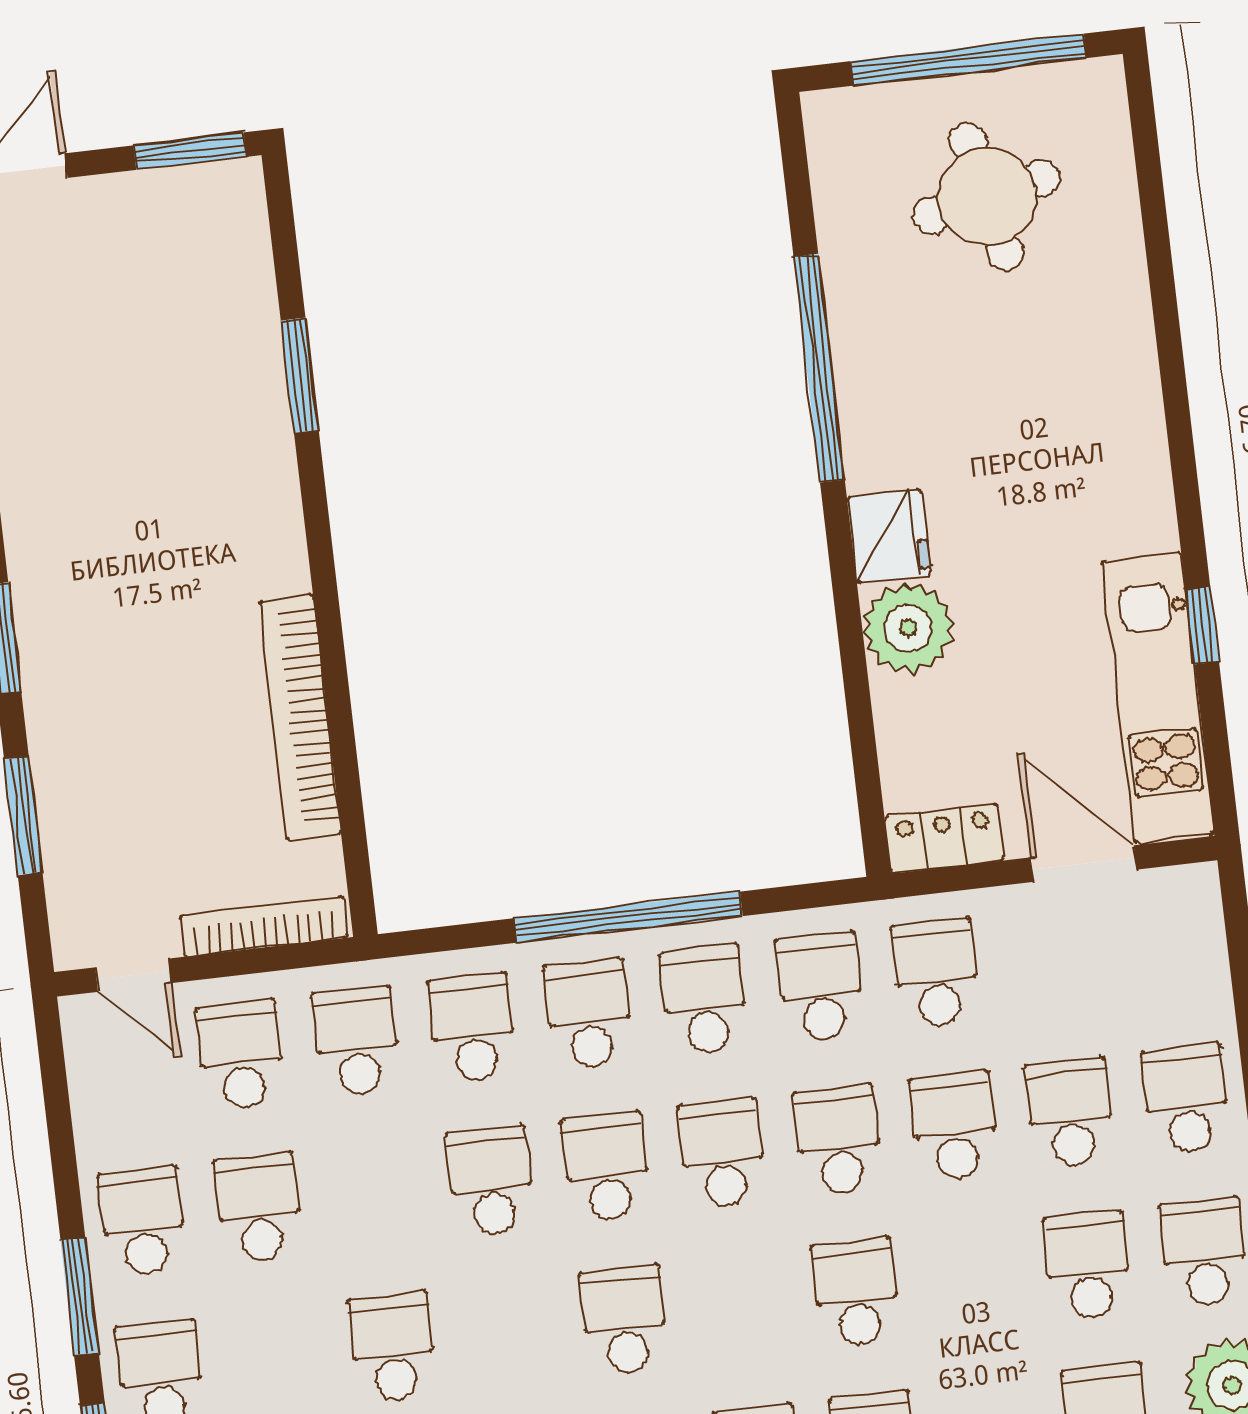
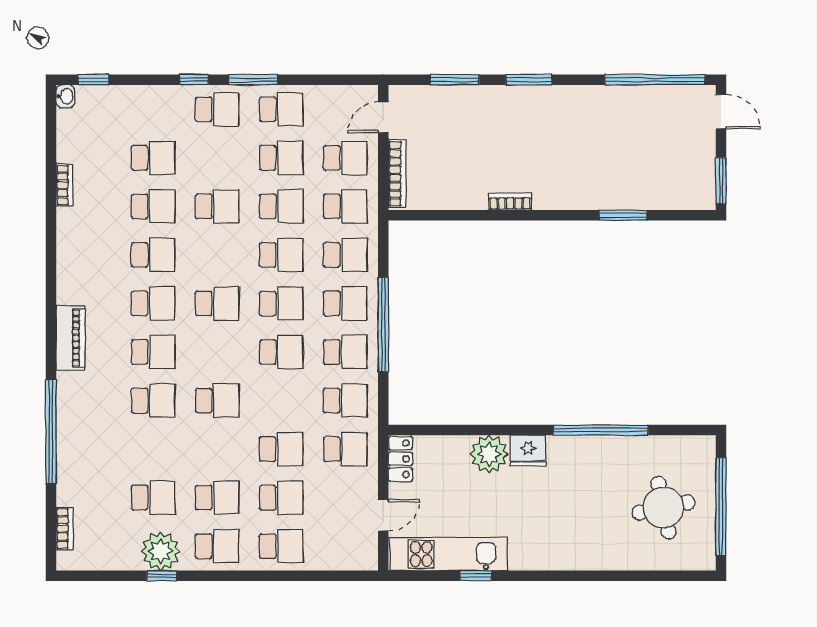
bookcase: (300, 717) -> (510, 201), width x0.43, depth x0.76
door: (1083, 864) -> (383, 515), width x0.73
school desk: (838, 1140) -> (281, 206), moved

